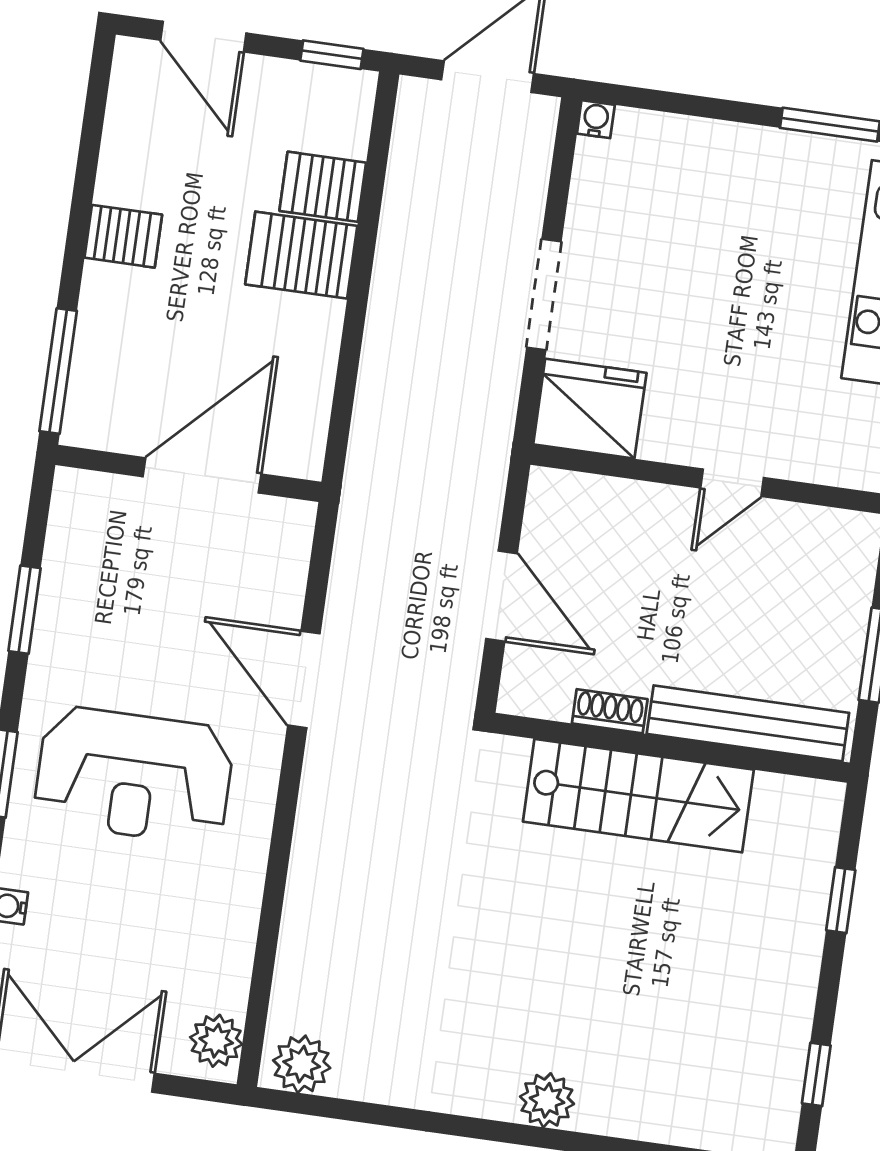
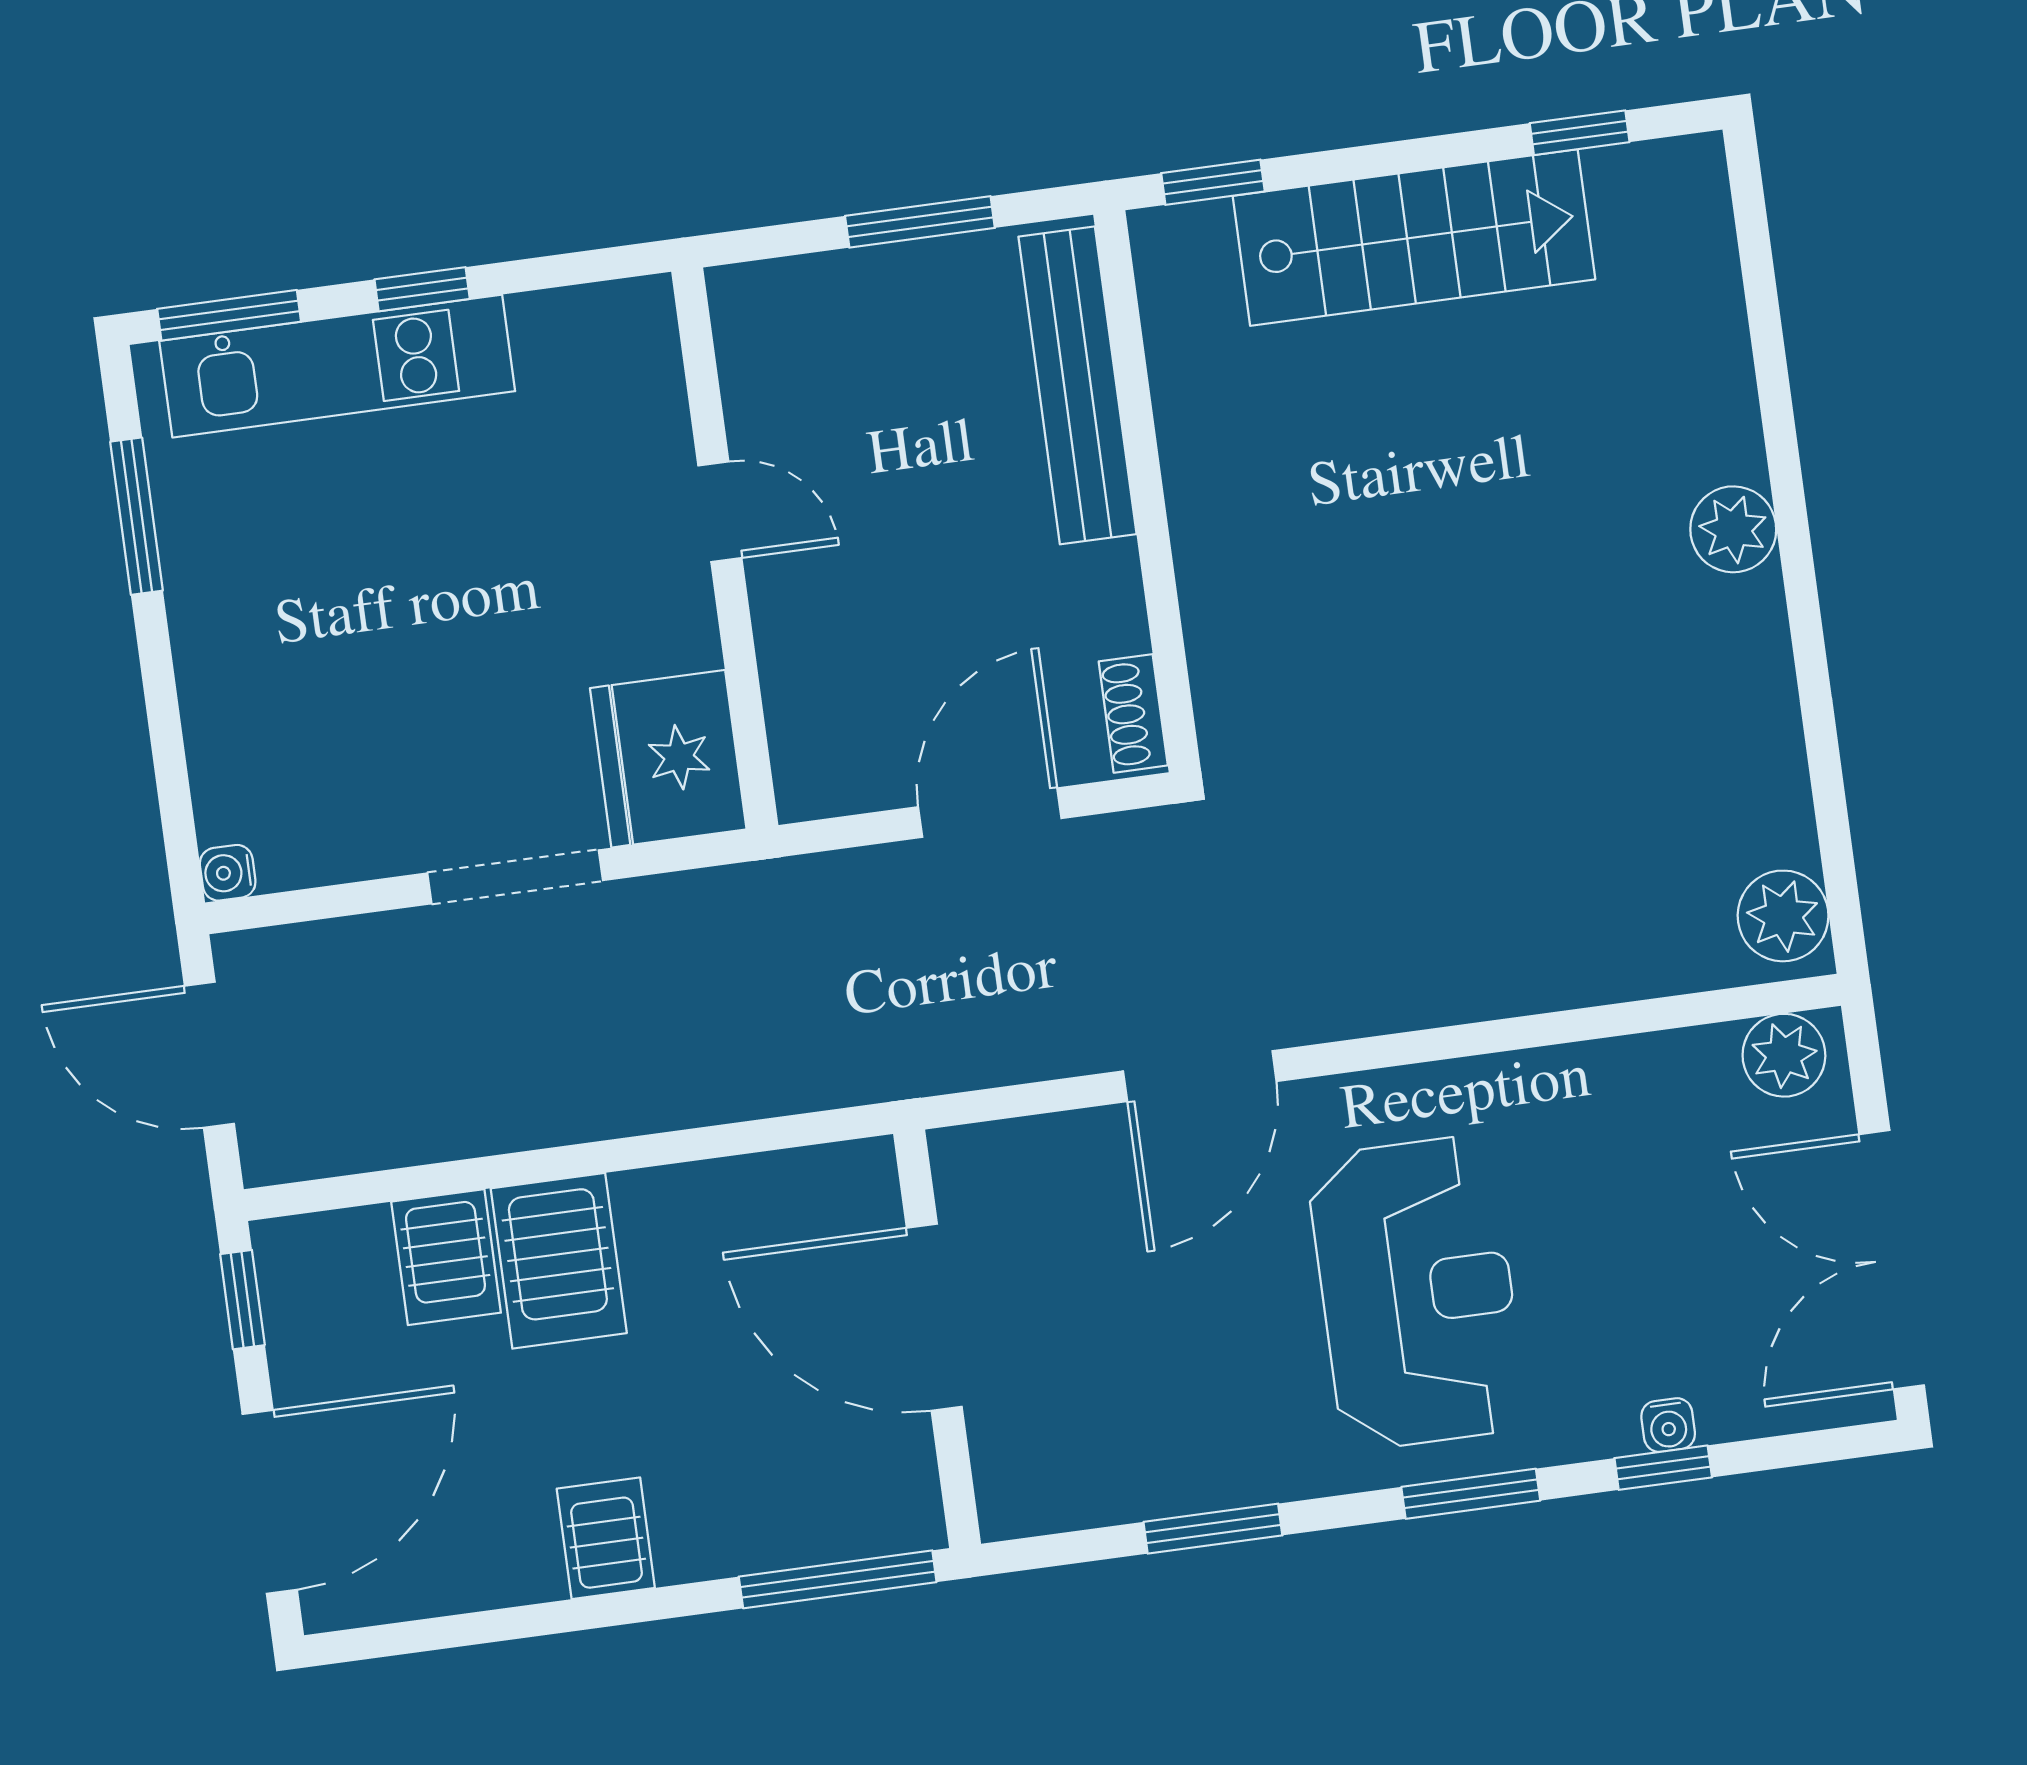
door: (203, 37) -> (270, 1502), width x1.36
shoe rack: (610, 711) -> (1133, 713), moved
stairs: (638, 796) -> (1414, 238), moved, turned 90
window: (841, 900) -> (1213, 182), moved

